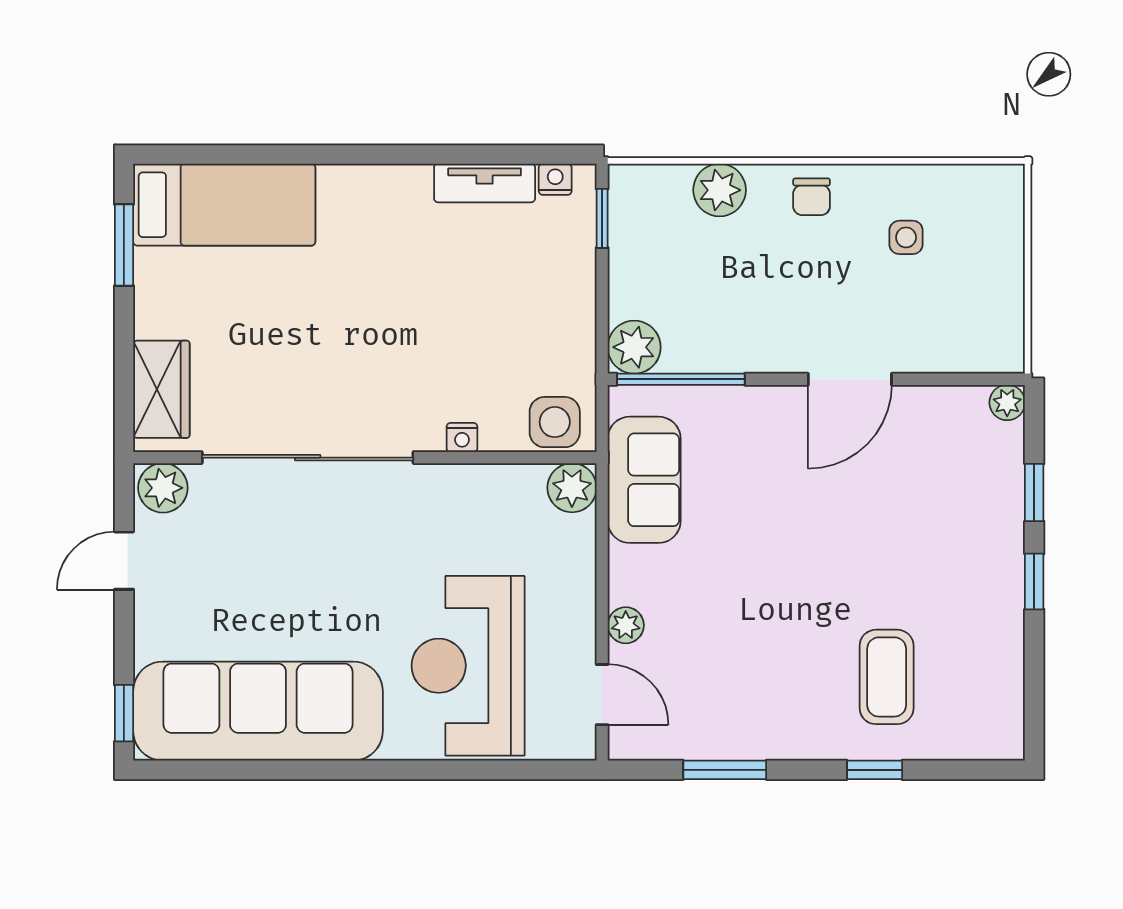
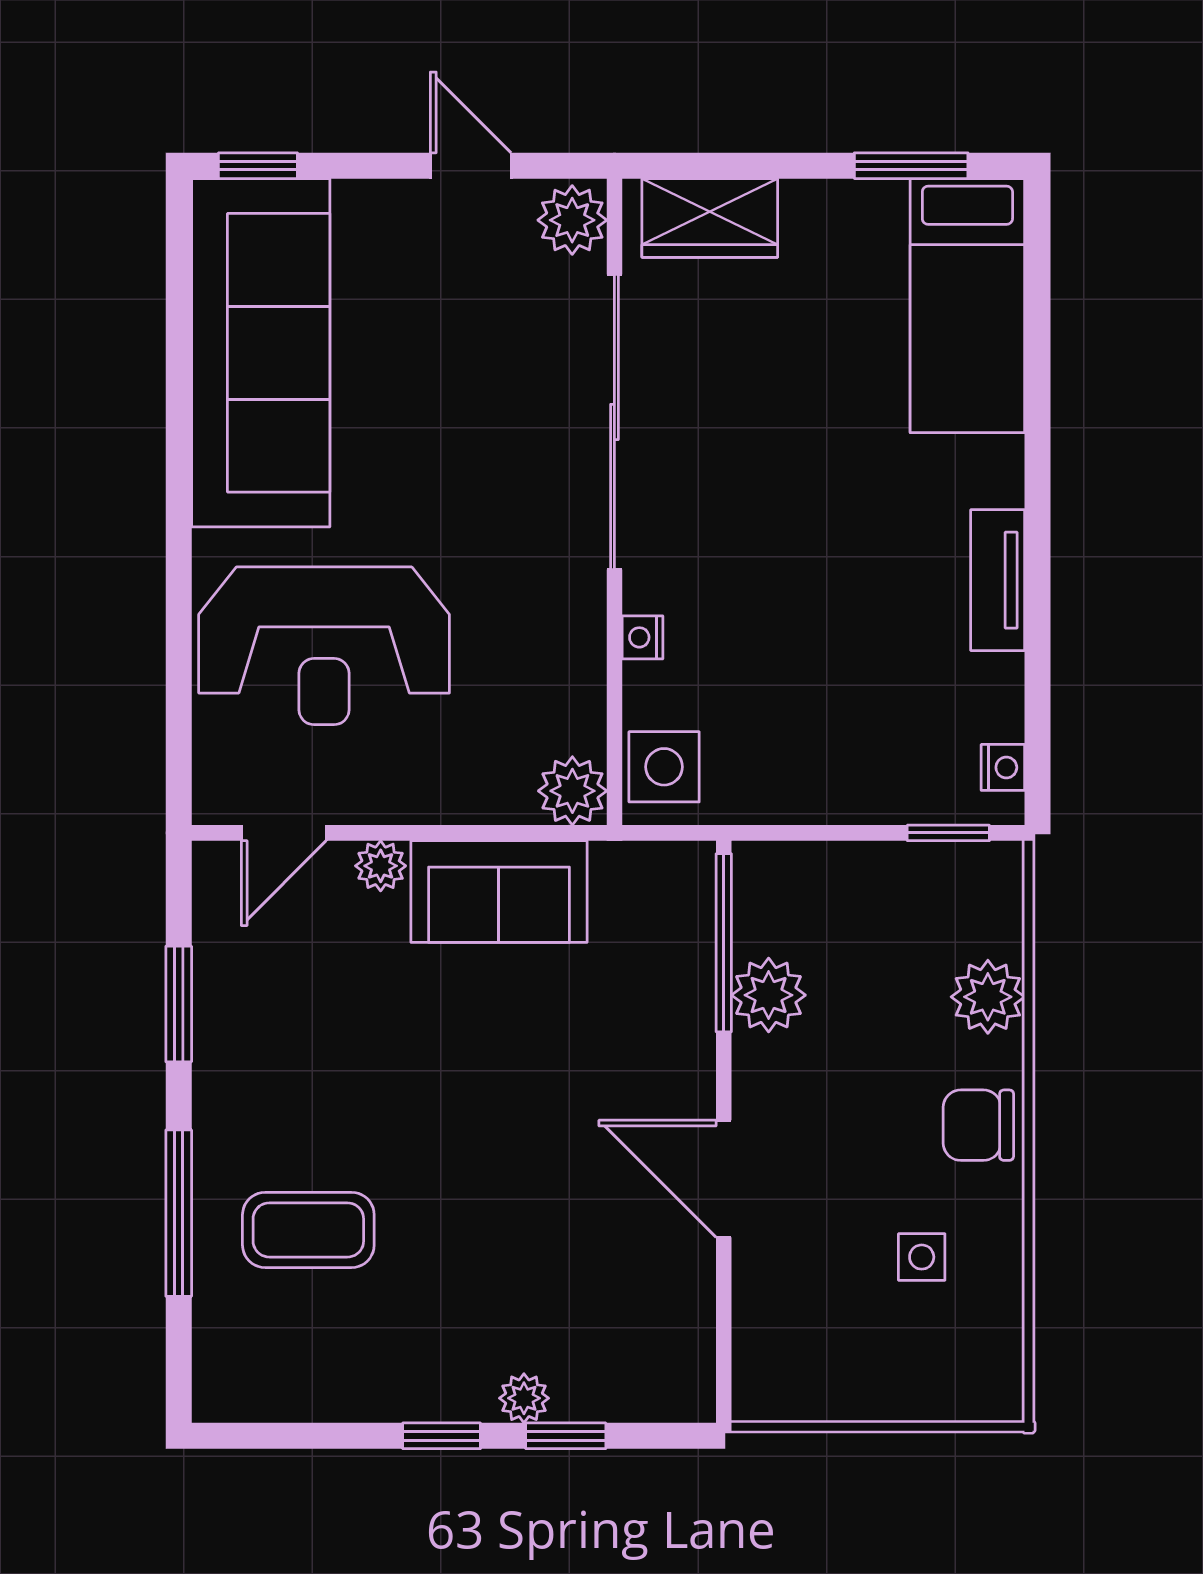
tv unit: (485, 183) -> (998, 580), moved
chair: (812, 197) -> (978, 1125), width x1.37, depth x1.37
plant: (634, 347) -> (769, 995), moved
plant: (1007, 403) -> (524, 1398), moved
sofa: (644, 480) -> (499, 892), moved
reception desk: (468, 666) -> (324, 646), turned 180
window: (875, 770) -> (179, 1213), width x2.17

